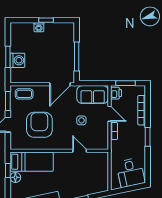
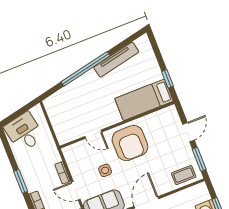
armchair: (39, 125) -> (130, 143), moved
floor lamp: (15, 177) -> (156, 74), removed

